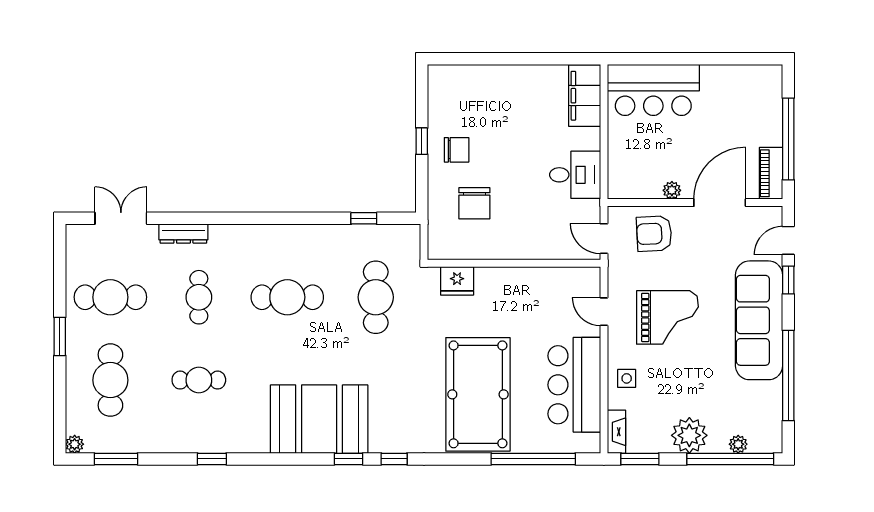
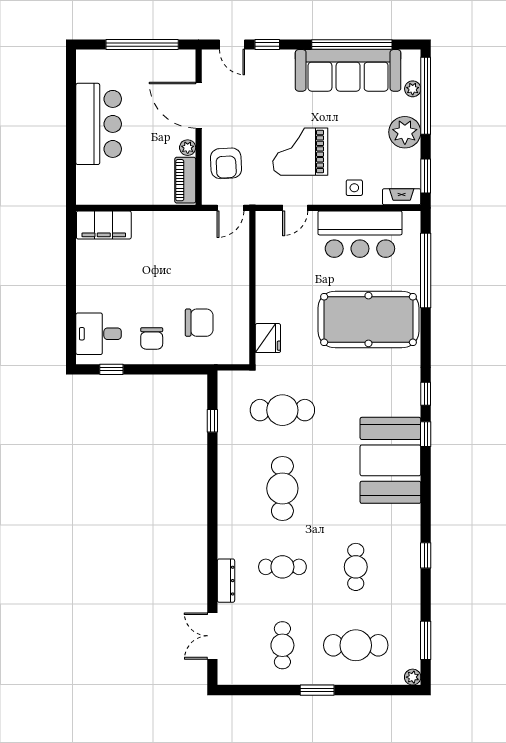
bar counter: (653, 90) -> (99, 124), moved
window: (422, 141) -> (111, 369), moved
chair: (457, 150) -> (152, 338), turned 180
piano: (771, 173) -> (185, 180), moved, turned 90
desk: (575, 175) -> (99, 334), moved, turned -90
cafe table: (110, 297) -> (282, 645), width x0.73, depth x0.74
grand piano: (667, 317) -> (300, 152), turned -90
sofa: (759, 320) -> (348, 70), moved

